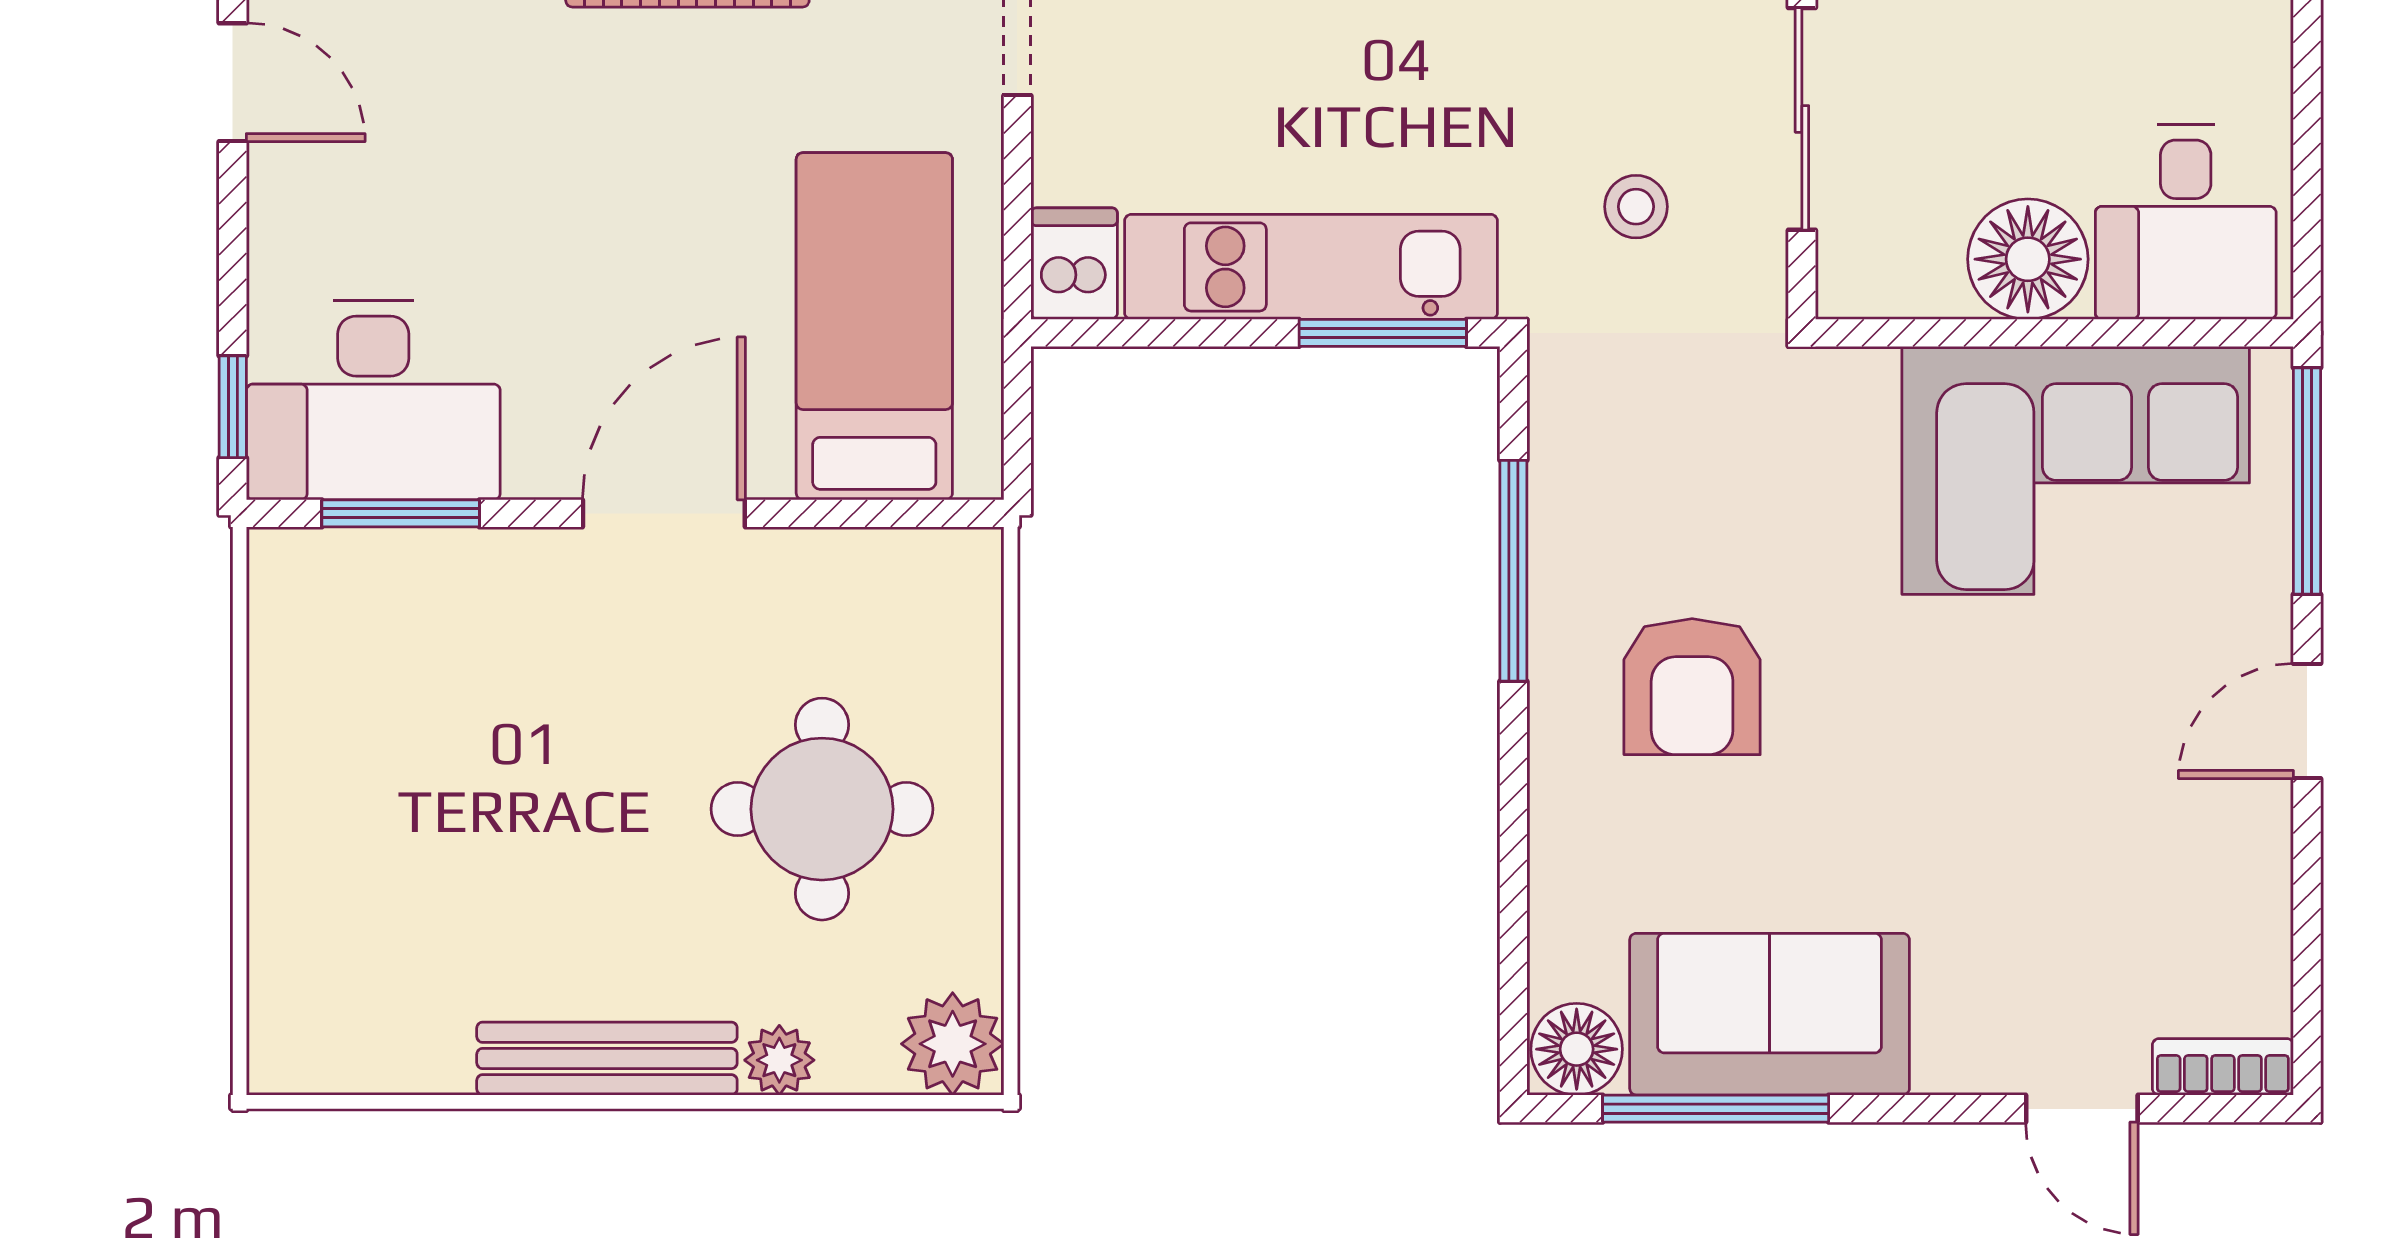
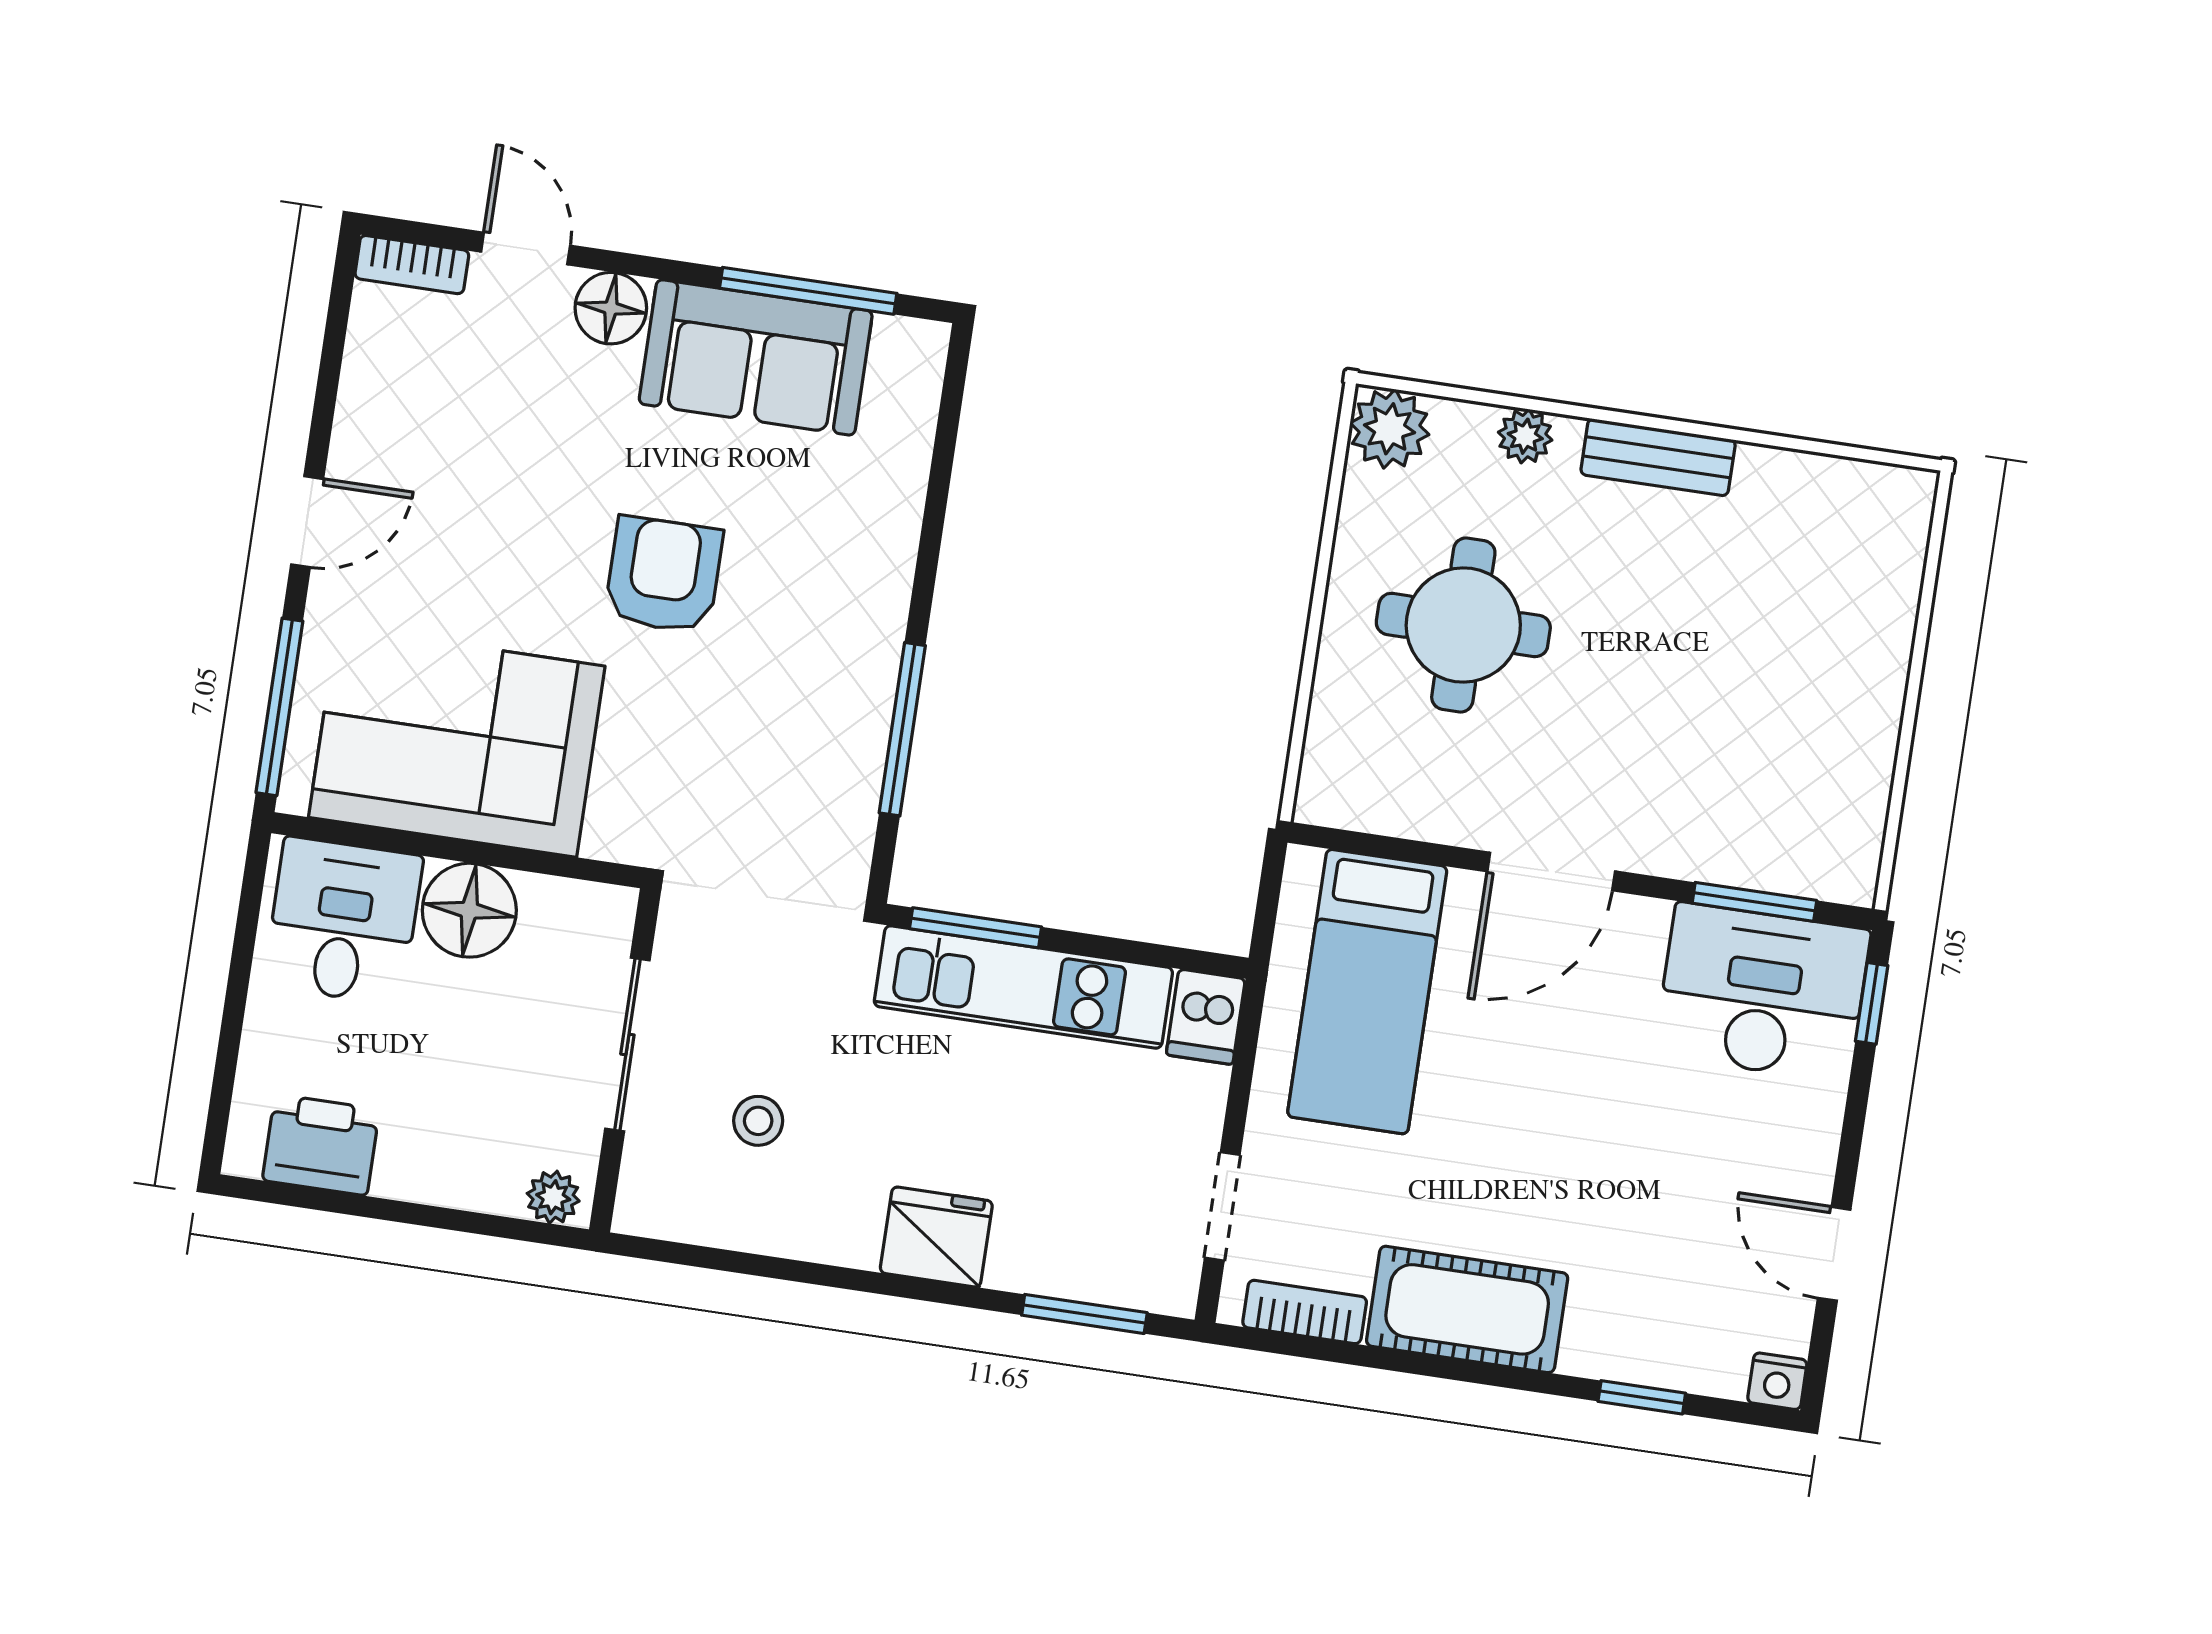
stool: (1636, 207) -> (758, 1121), moved
armchair: (1692, 687) -> (664, 575), moved
floor lamp: (1577, 1049) -> (611, 308), moved
bench: (607, 1059) -> (1658, 457), width x0.73

